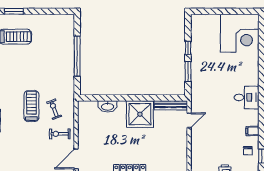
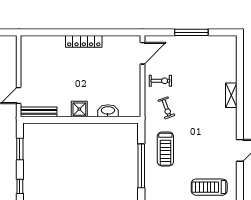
window: (188, 48) -> (20, 186), moved
treadmill: (31, 106) -> (165, 149), moved
shower: (140, 114) -> (79, 109), width x0.54, depth x0.54

